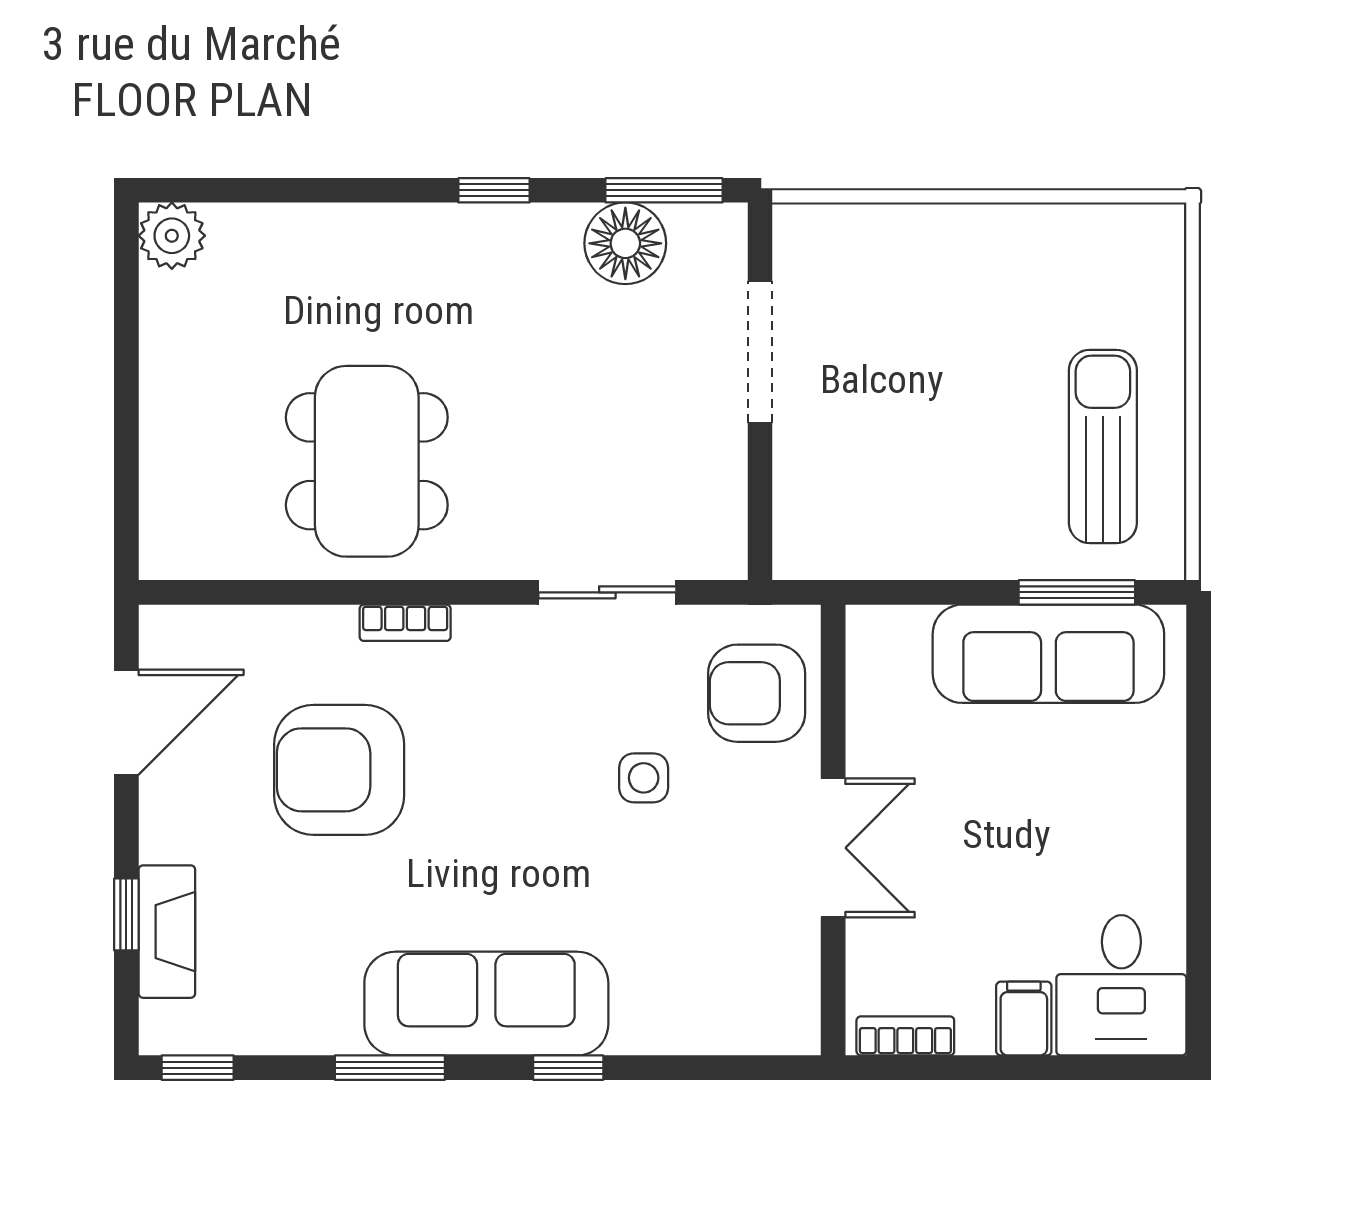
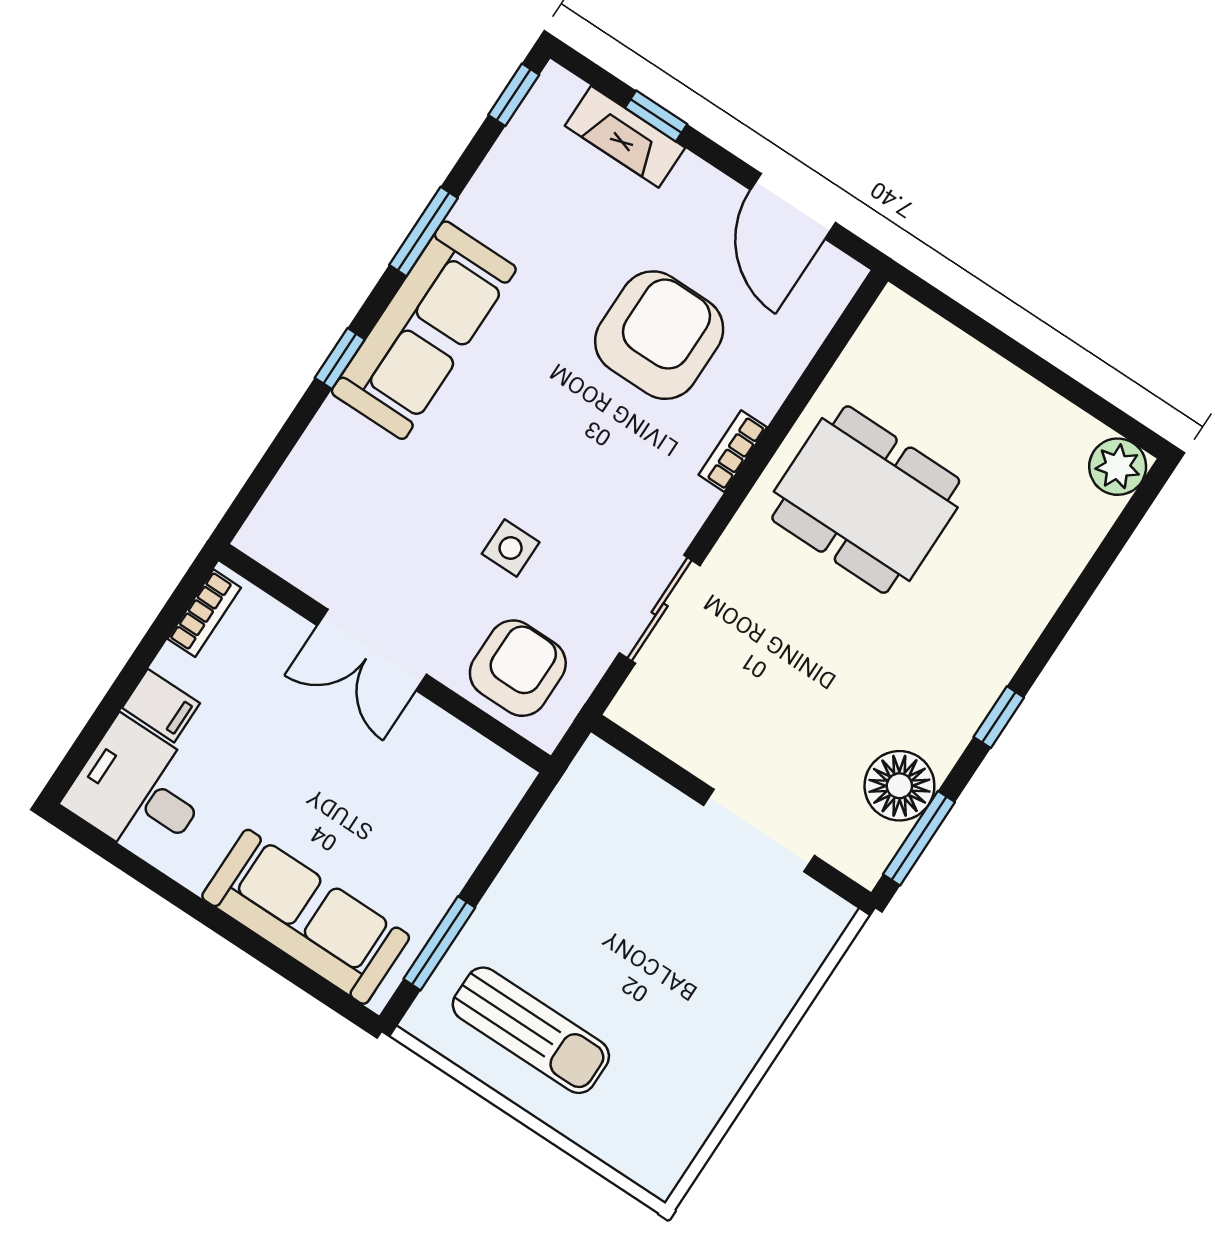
sofa: (1048, 654) -> (306, 917), moved, turned 90

